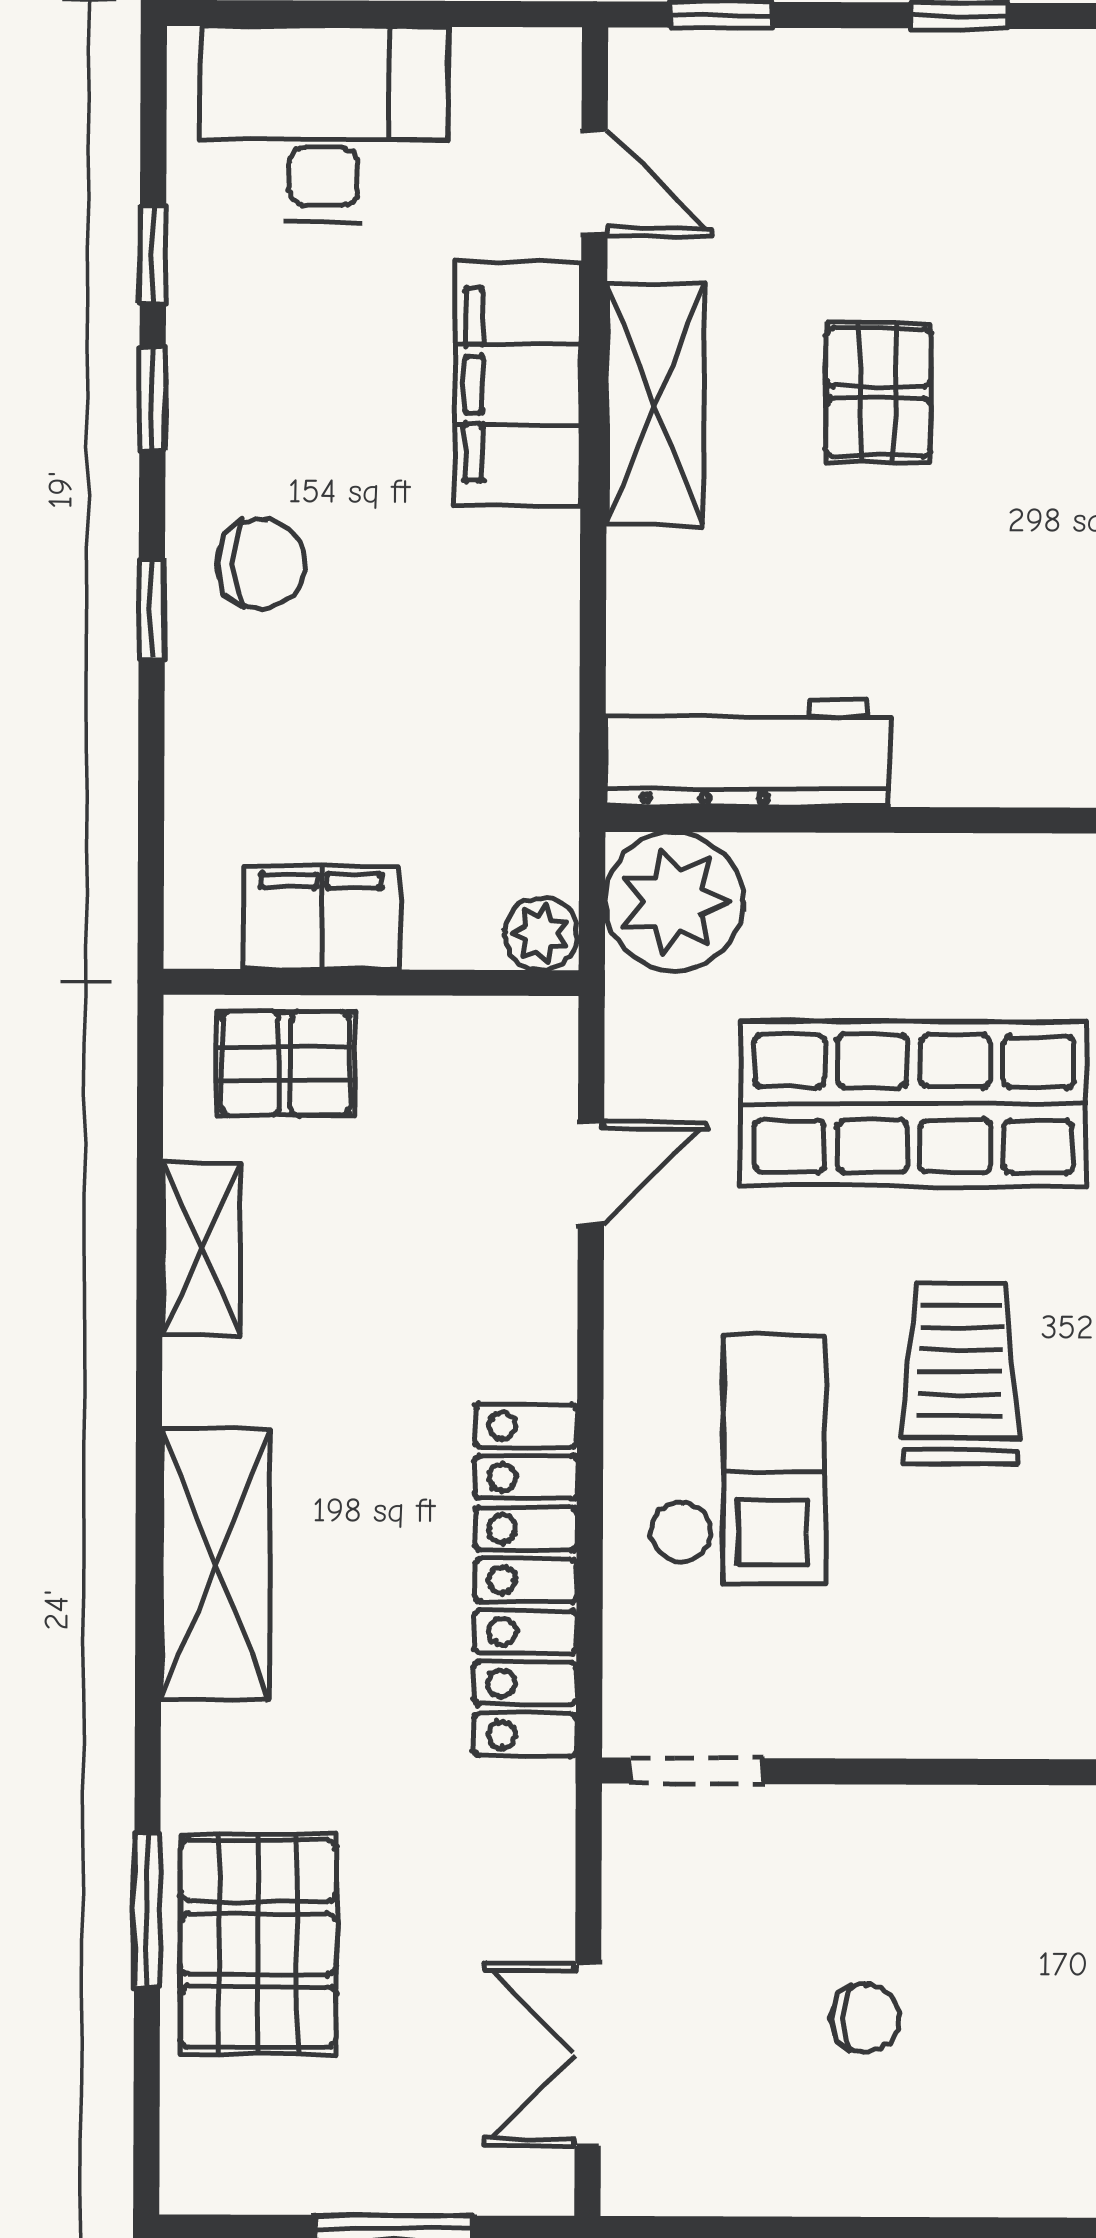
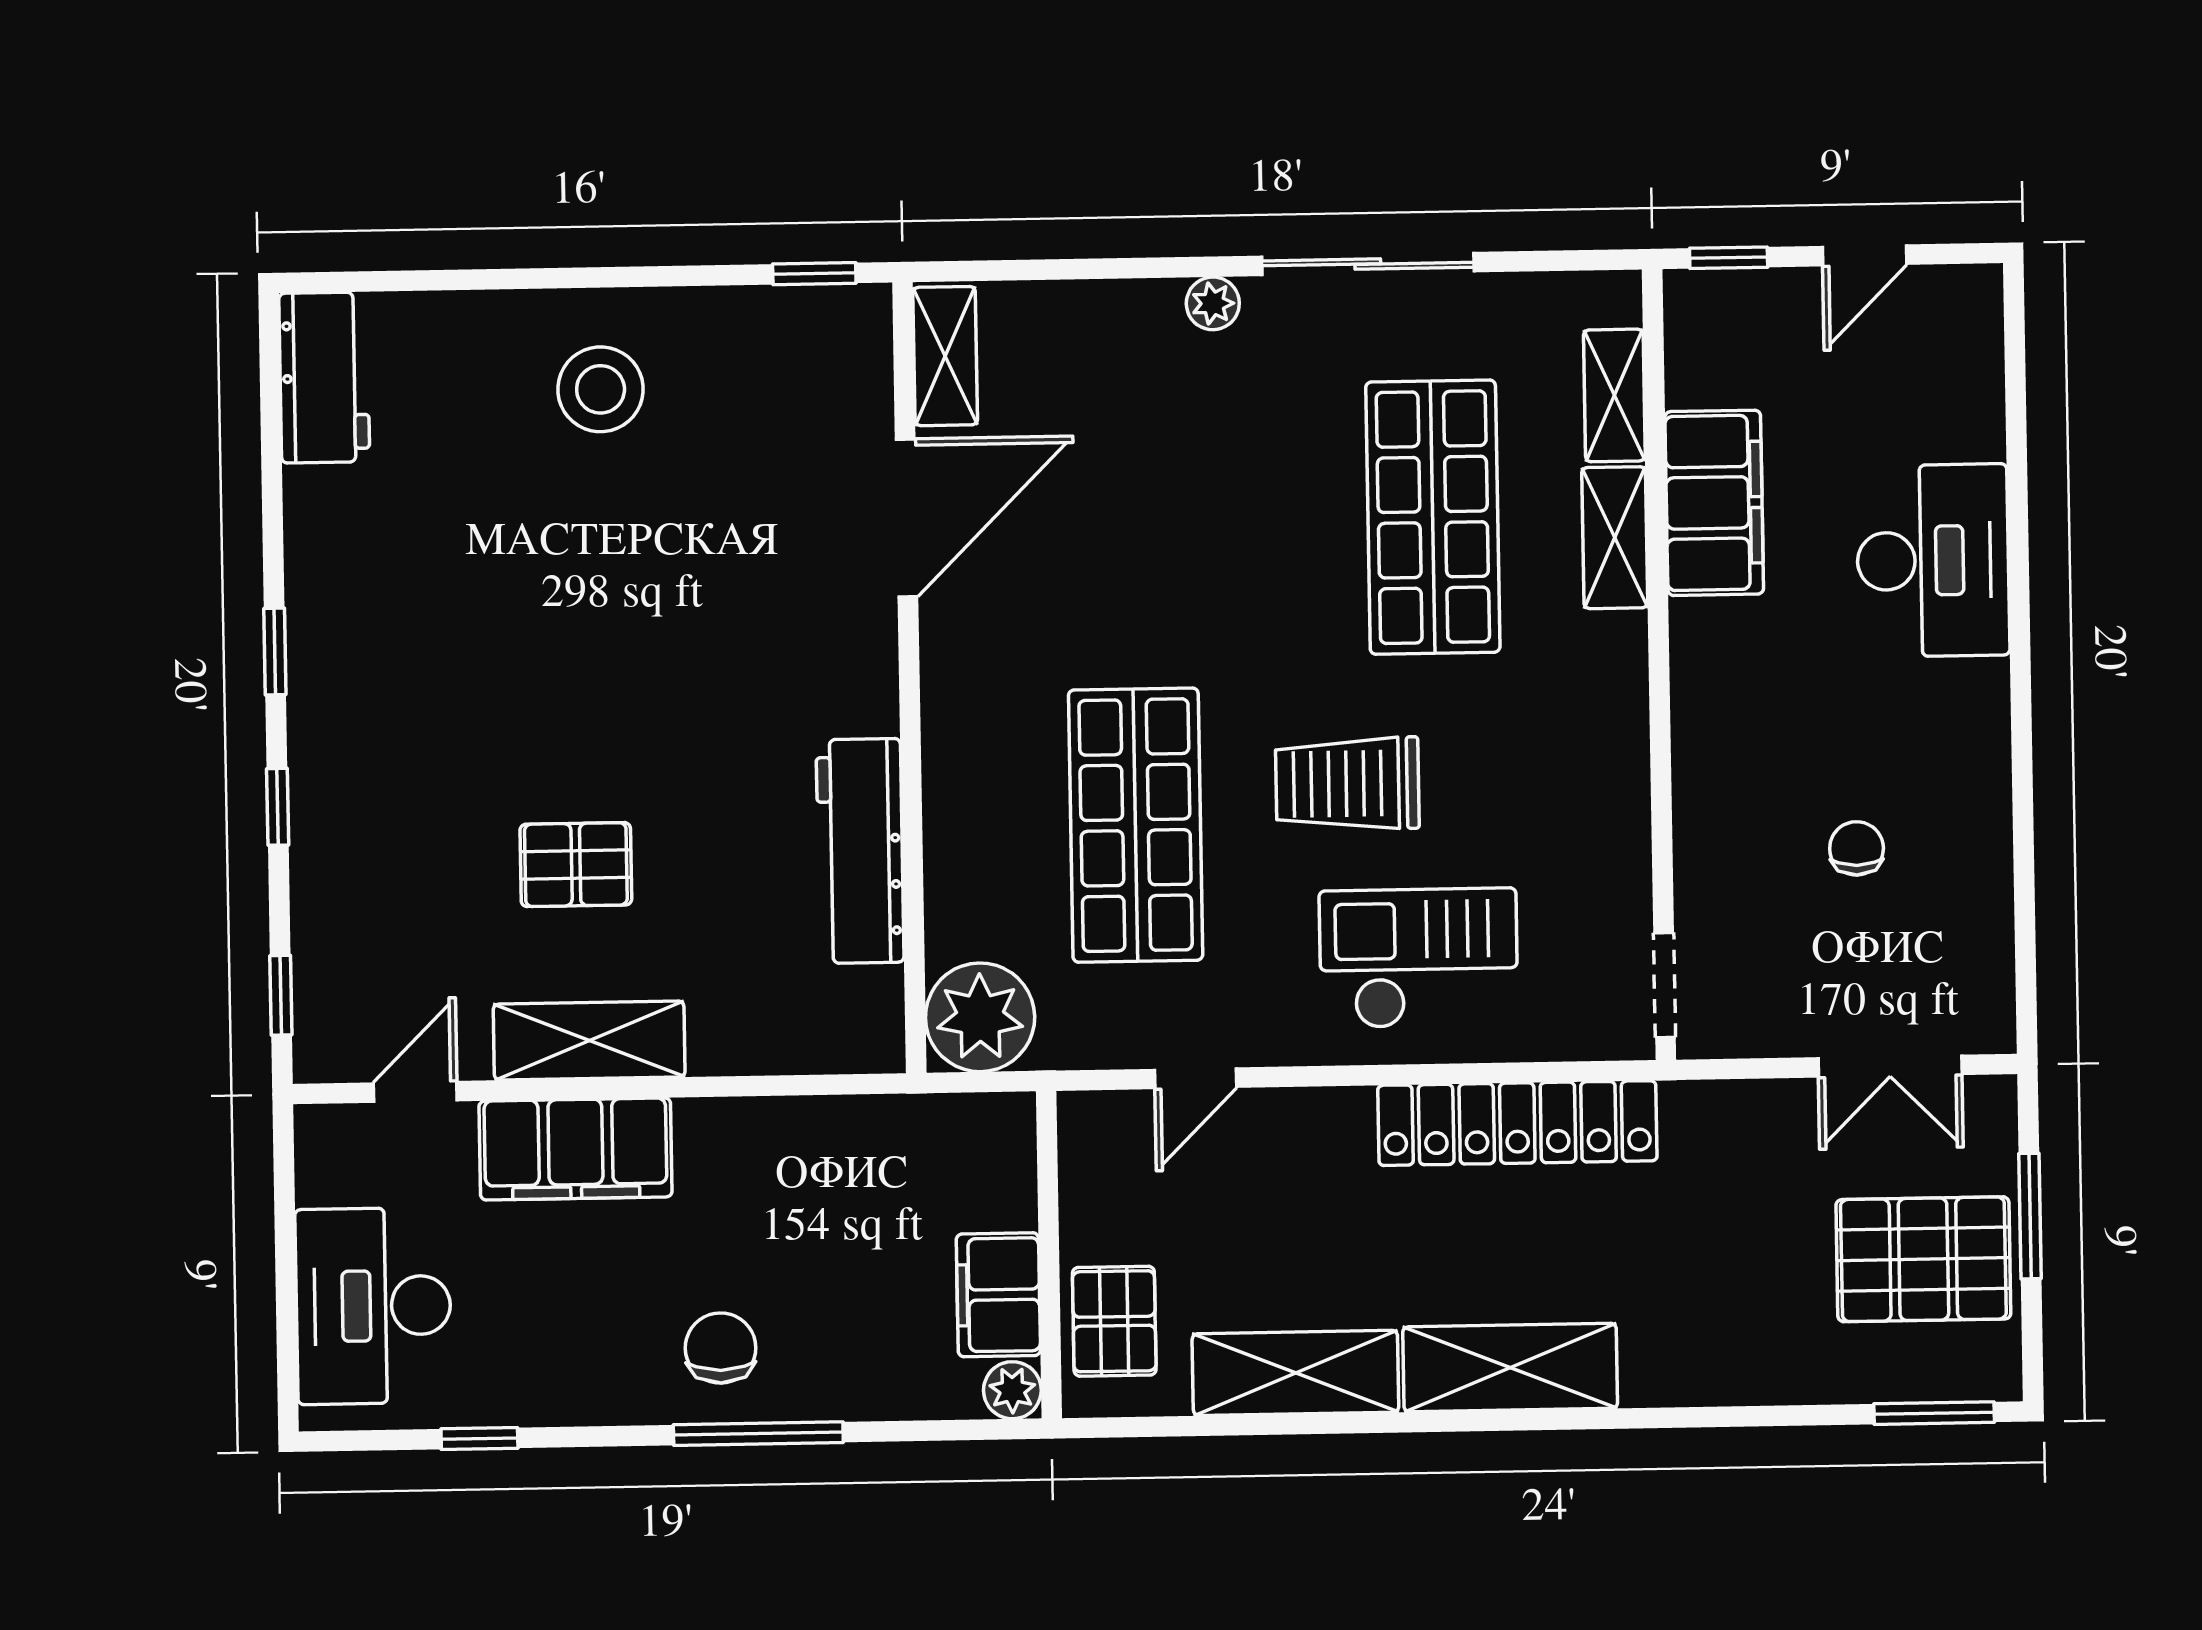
window: (153, 399) -> (593, 1436), removed
window: (152, 609) -> (758, 1434), width x2.17
workbench: (748, 753) -> (860, 851), moved
plant: (541, 934) -> (1012, 1390), moved
door: (591, 1173) -> (1196, 1078), swing flipped
shelving: (202, 1249) -> (1295, 1373), width x1.50, depth x1.33
window: (147, 1910) -> (1934, 1413), moved
pallet: (258, 1944) -> (1923, 1259), moved

